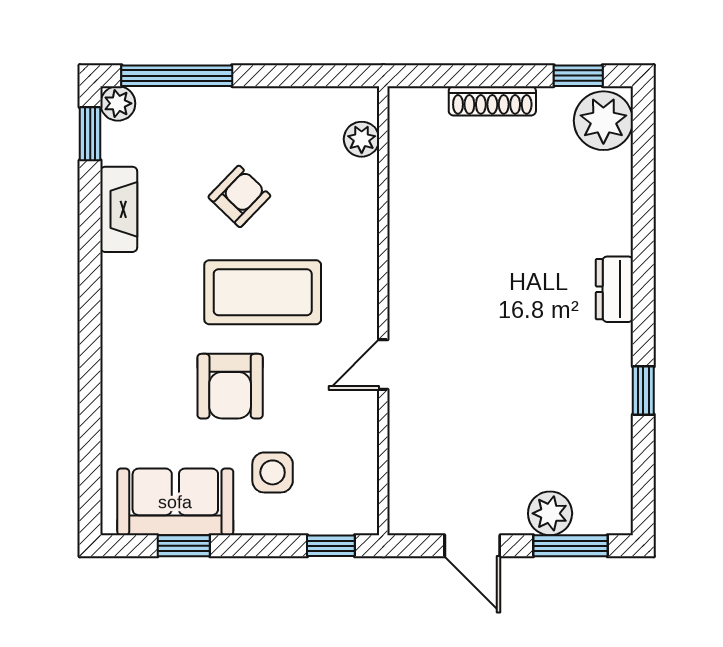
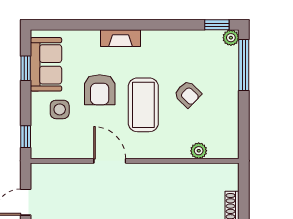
plant: (362, 139) -> (199, 151), moved
fireplace: (119, 209) -> (120, 38), moved
door: (383, 364) -> (110, 161), width x1.38
armchair: (230, 386) -> (100, 90), turned -90

